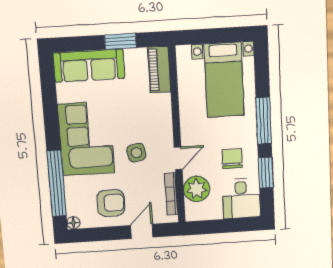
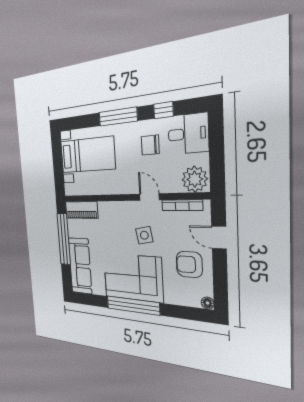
window: (120, 41) -> (64, 239), width x2.11
window: (266, 173) -> (163, 110), width x0.67
window: (57, 183) -> (133, 305), moved
plant: (197, 189) -> (195, 179), moved
armchair: (111, 203) -> (189, 264), turned -90

